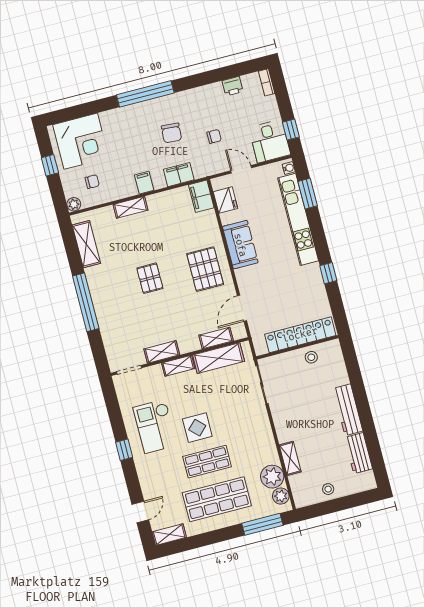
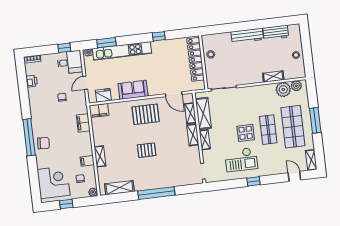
chair: (171, 133) -> (43, 143), moved
filing cabinet: (144, 183) -> (87, 161), moved
shelving: (162, 352) -> (193, 135), moved
window: (262, 524) -> (315, 120), moved

